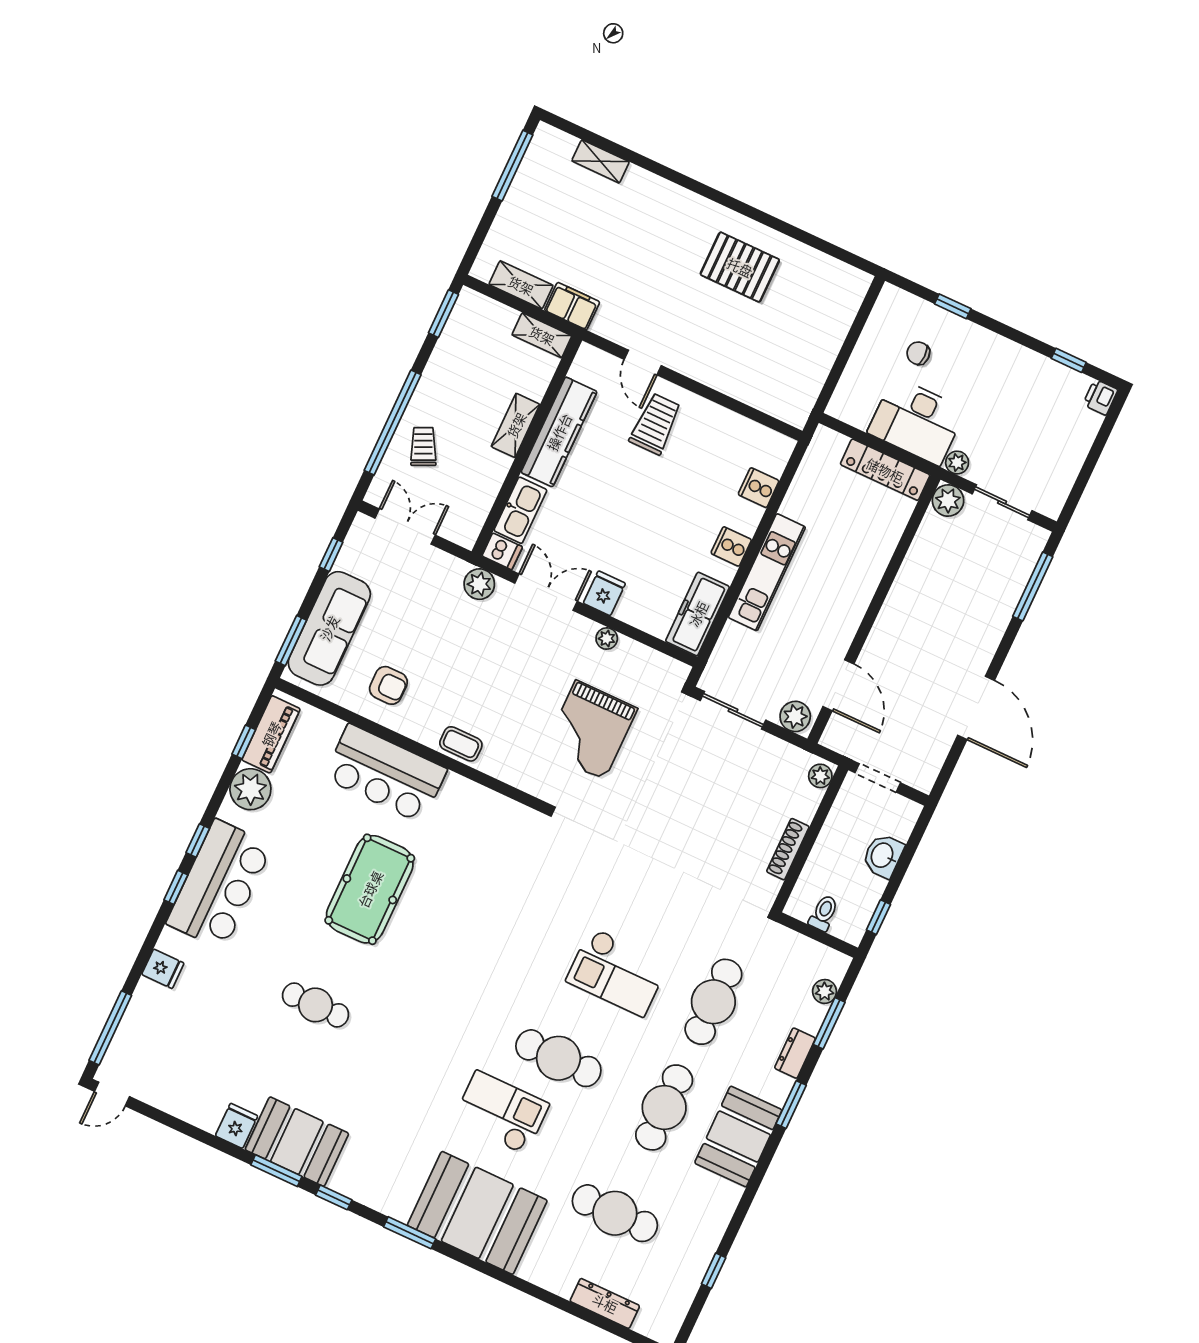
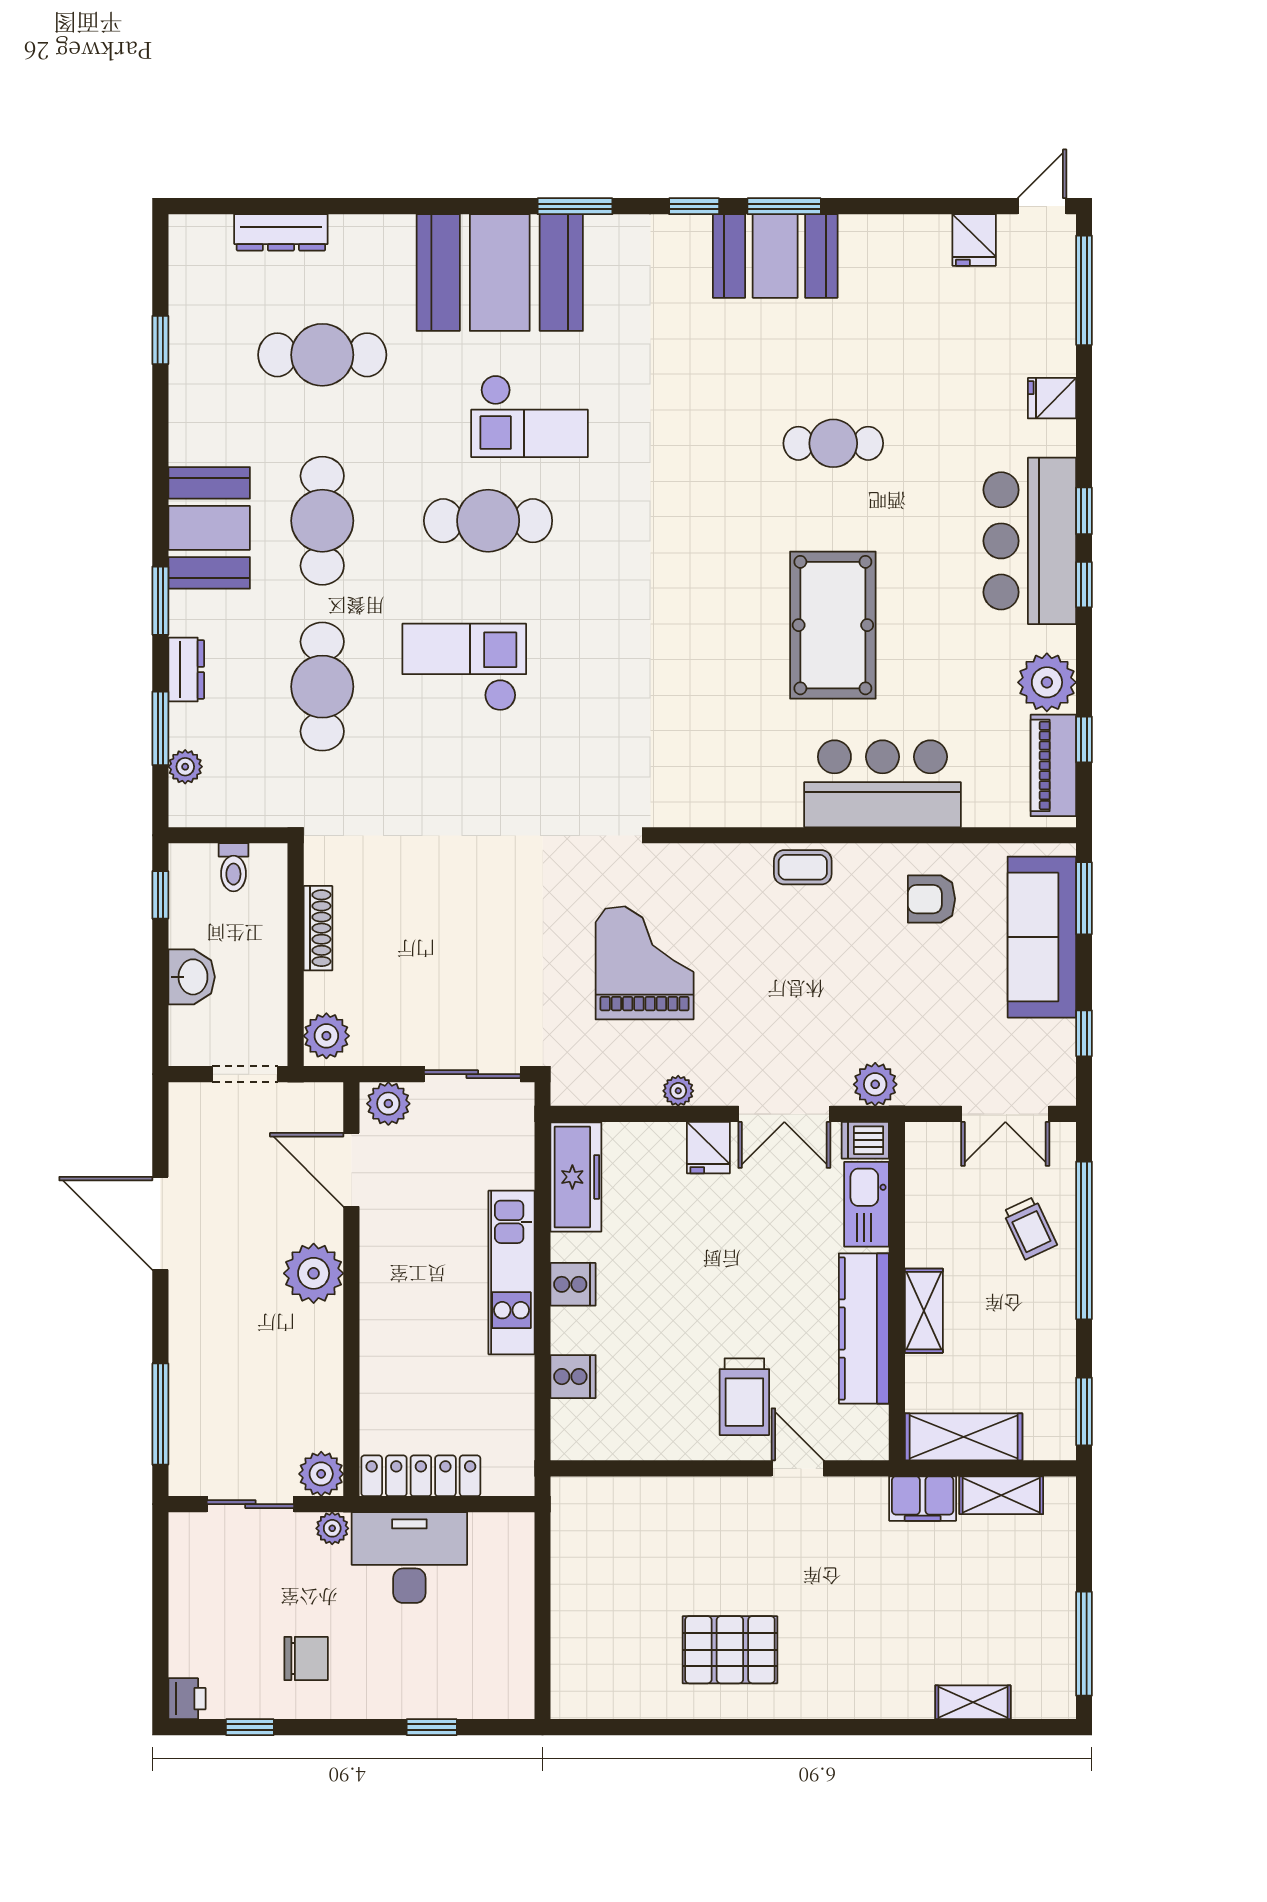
shelving: (542, 335) -> (964, 1437), width x1.50, depth x1.33
chair: (918, 353) -> (306, 1659), moved, width x1.37, depth x1.37
plant: (893, 631) -> (314, 1273), added
plant: (820, 776) -> (326, 1036), width x1.38, depth x1.38
fridge: (237, 1126) -> (974, 240), moved

